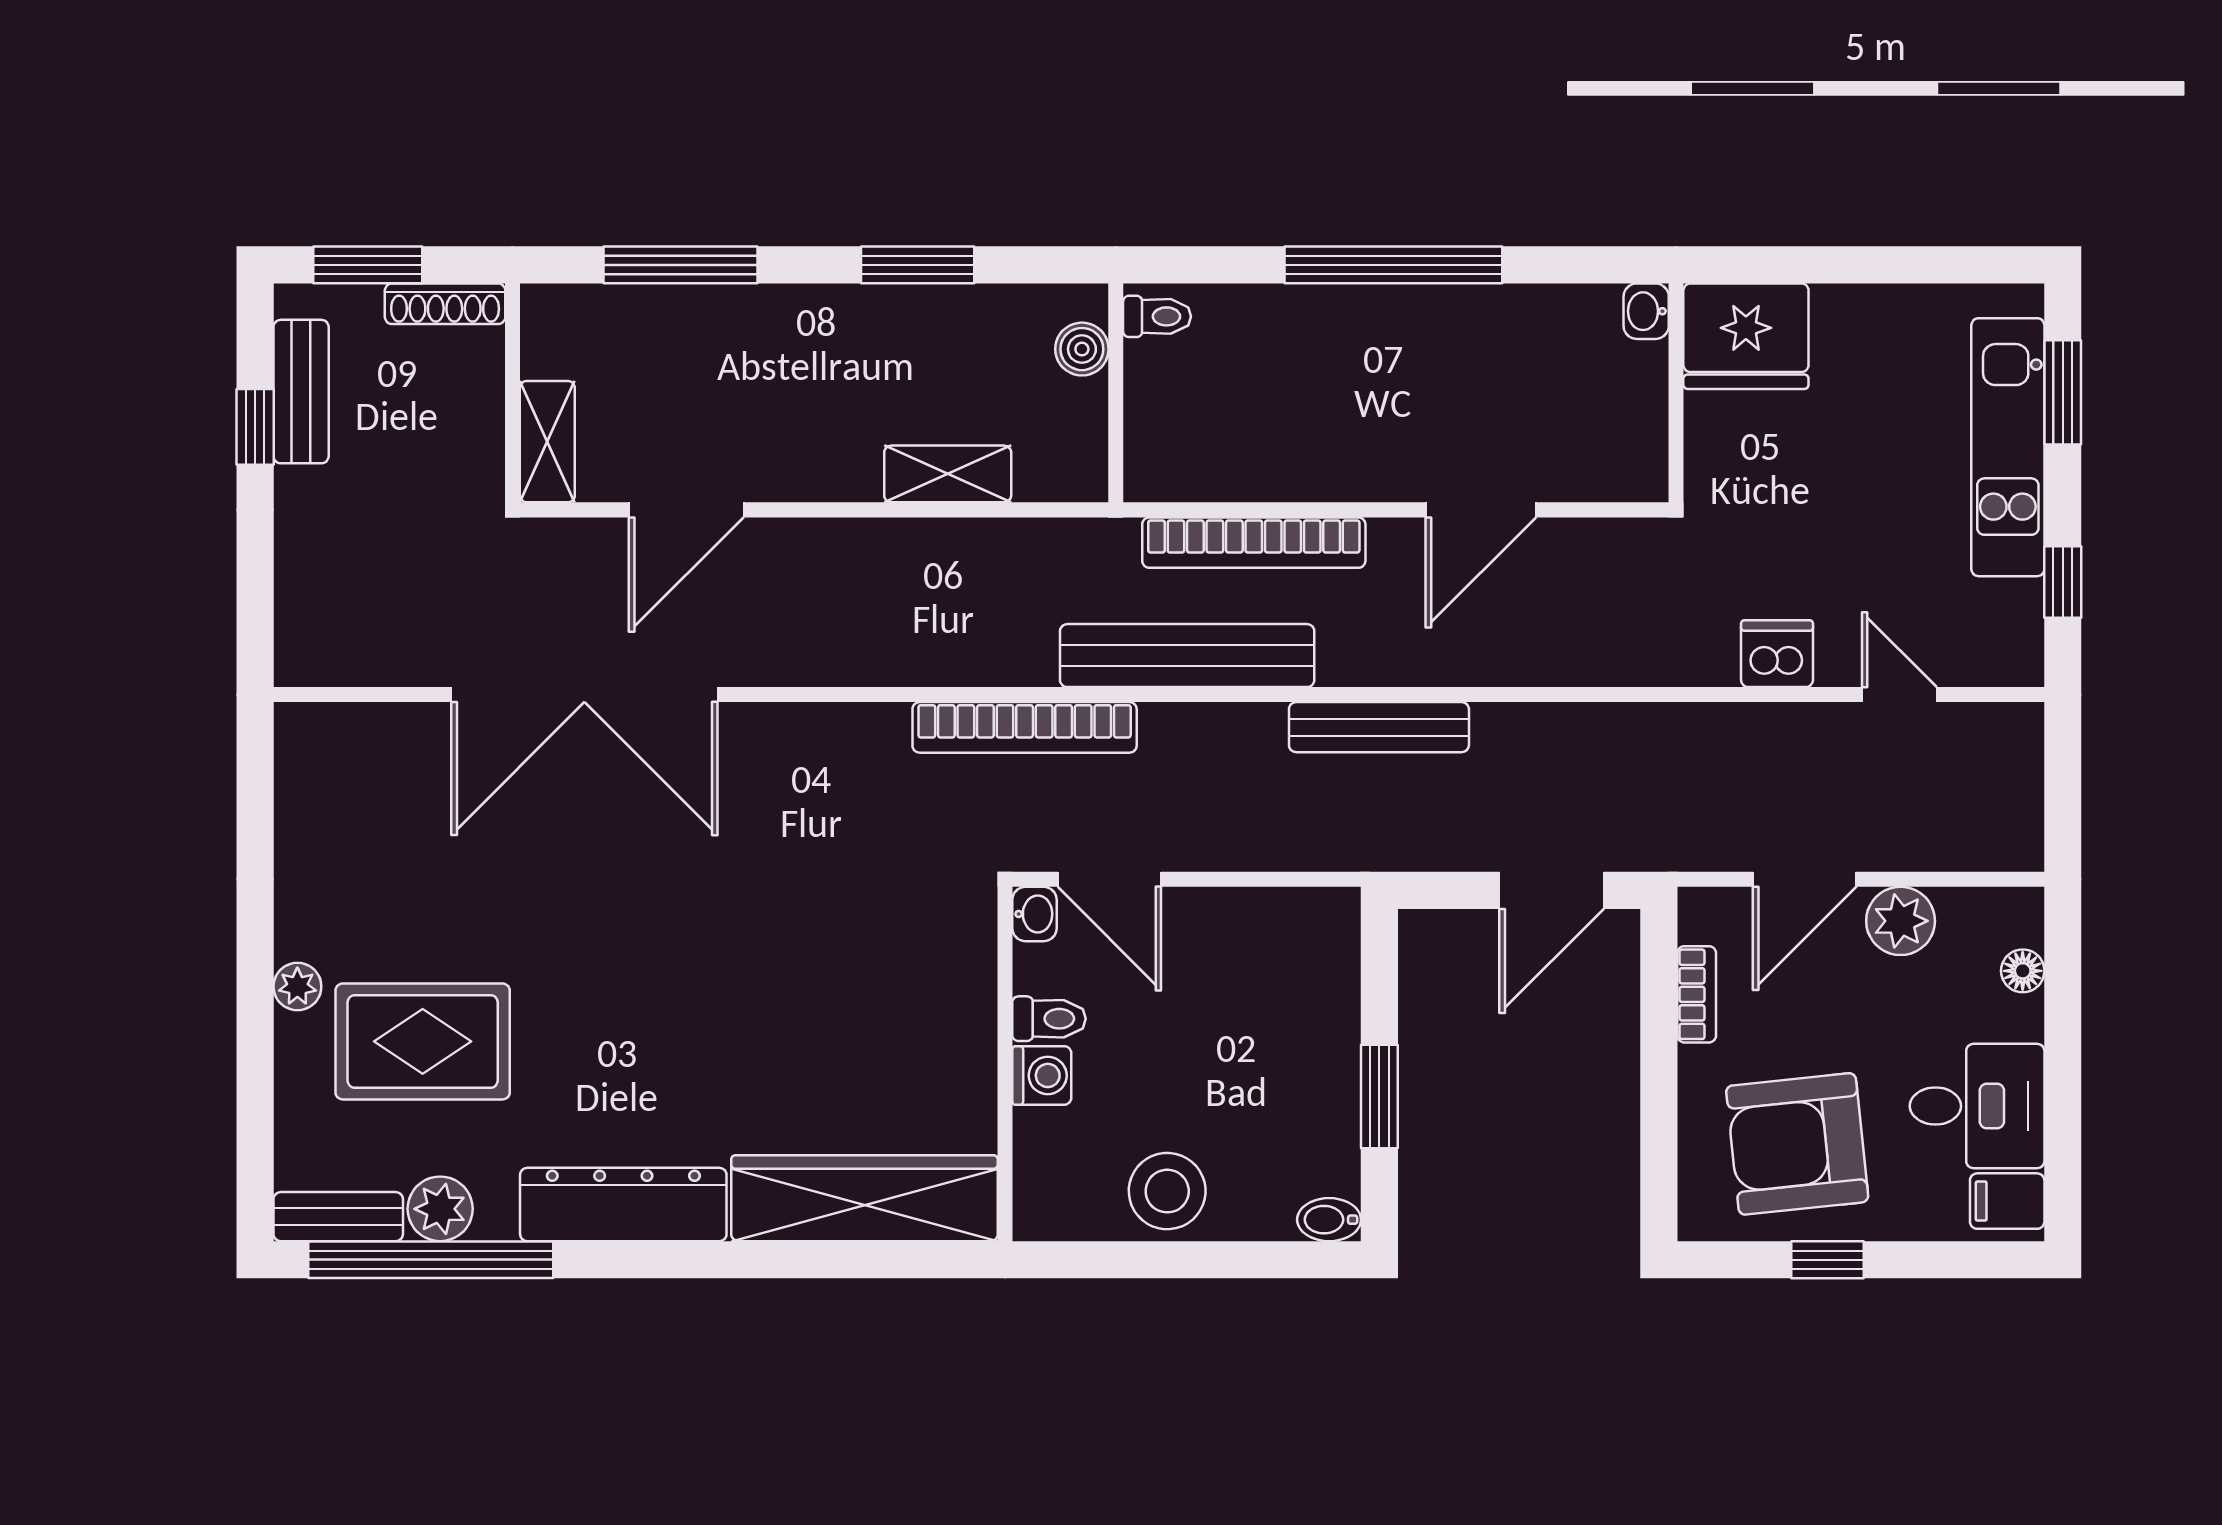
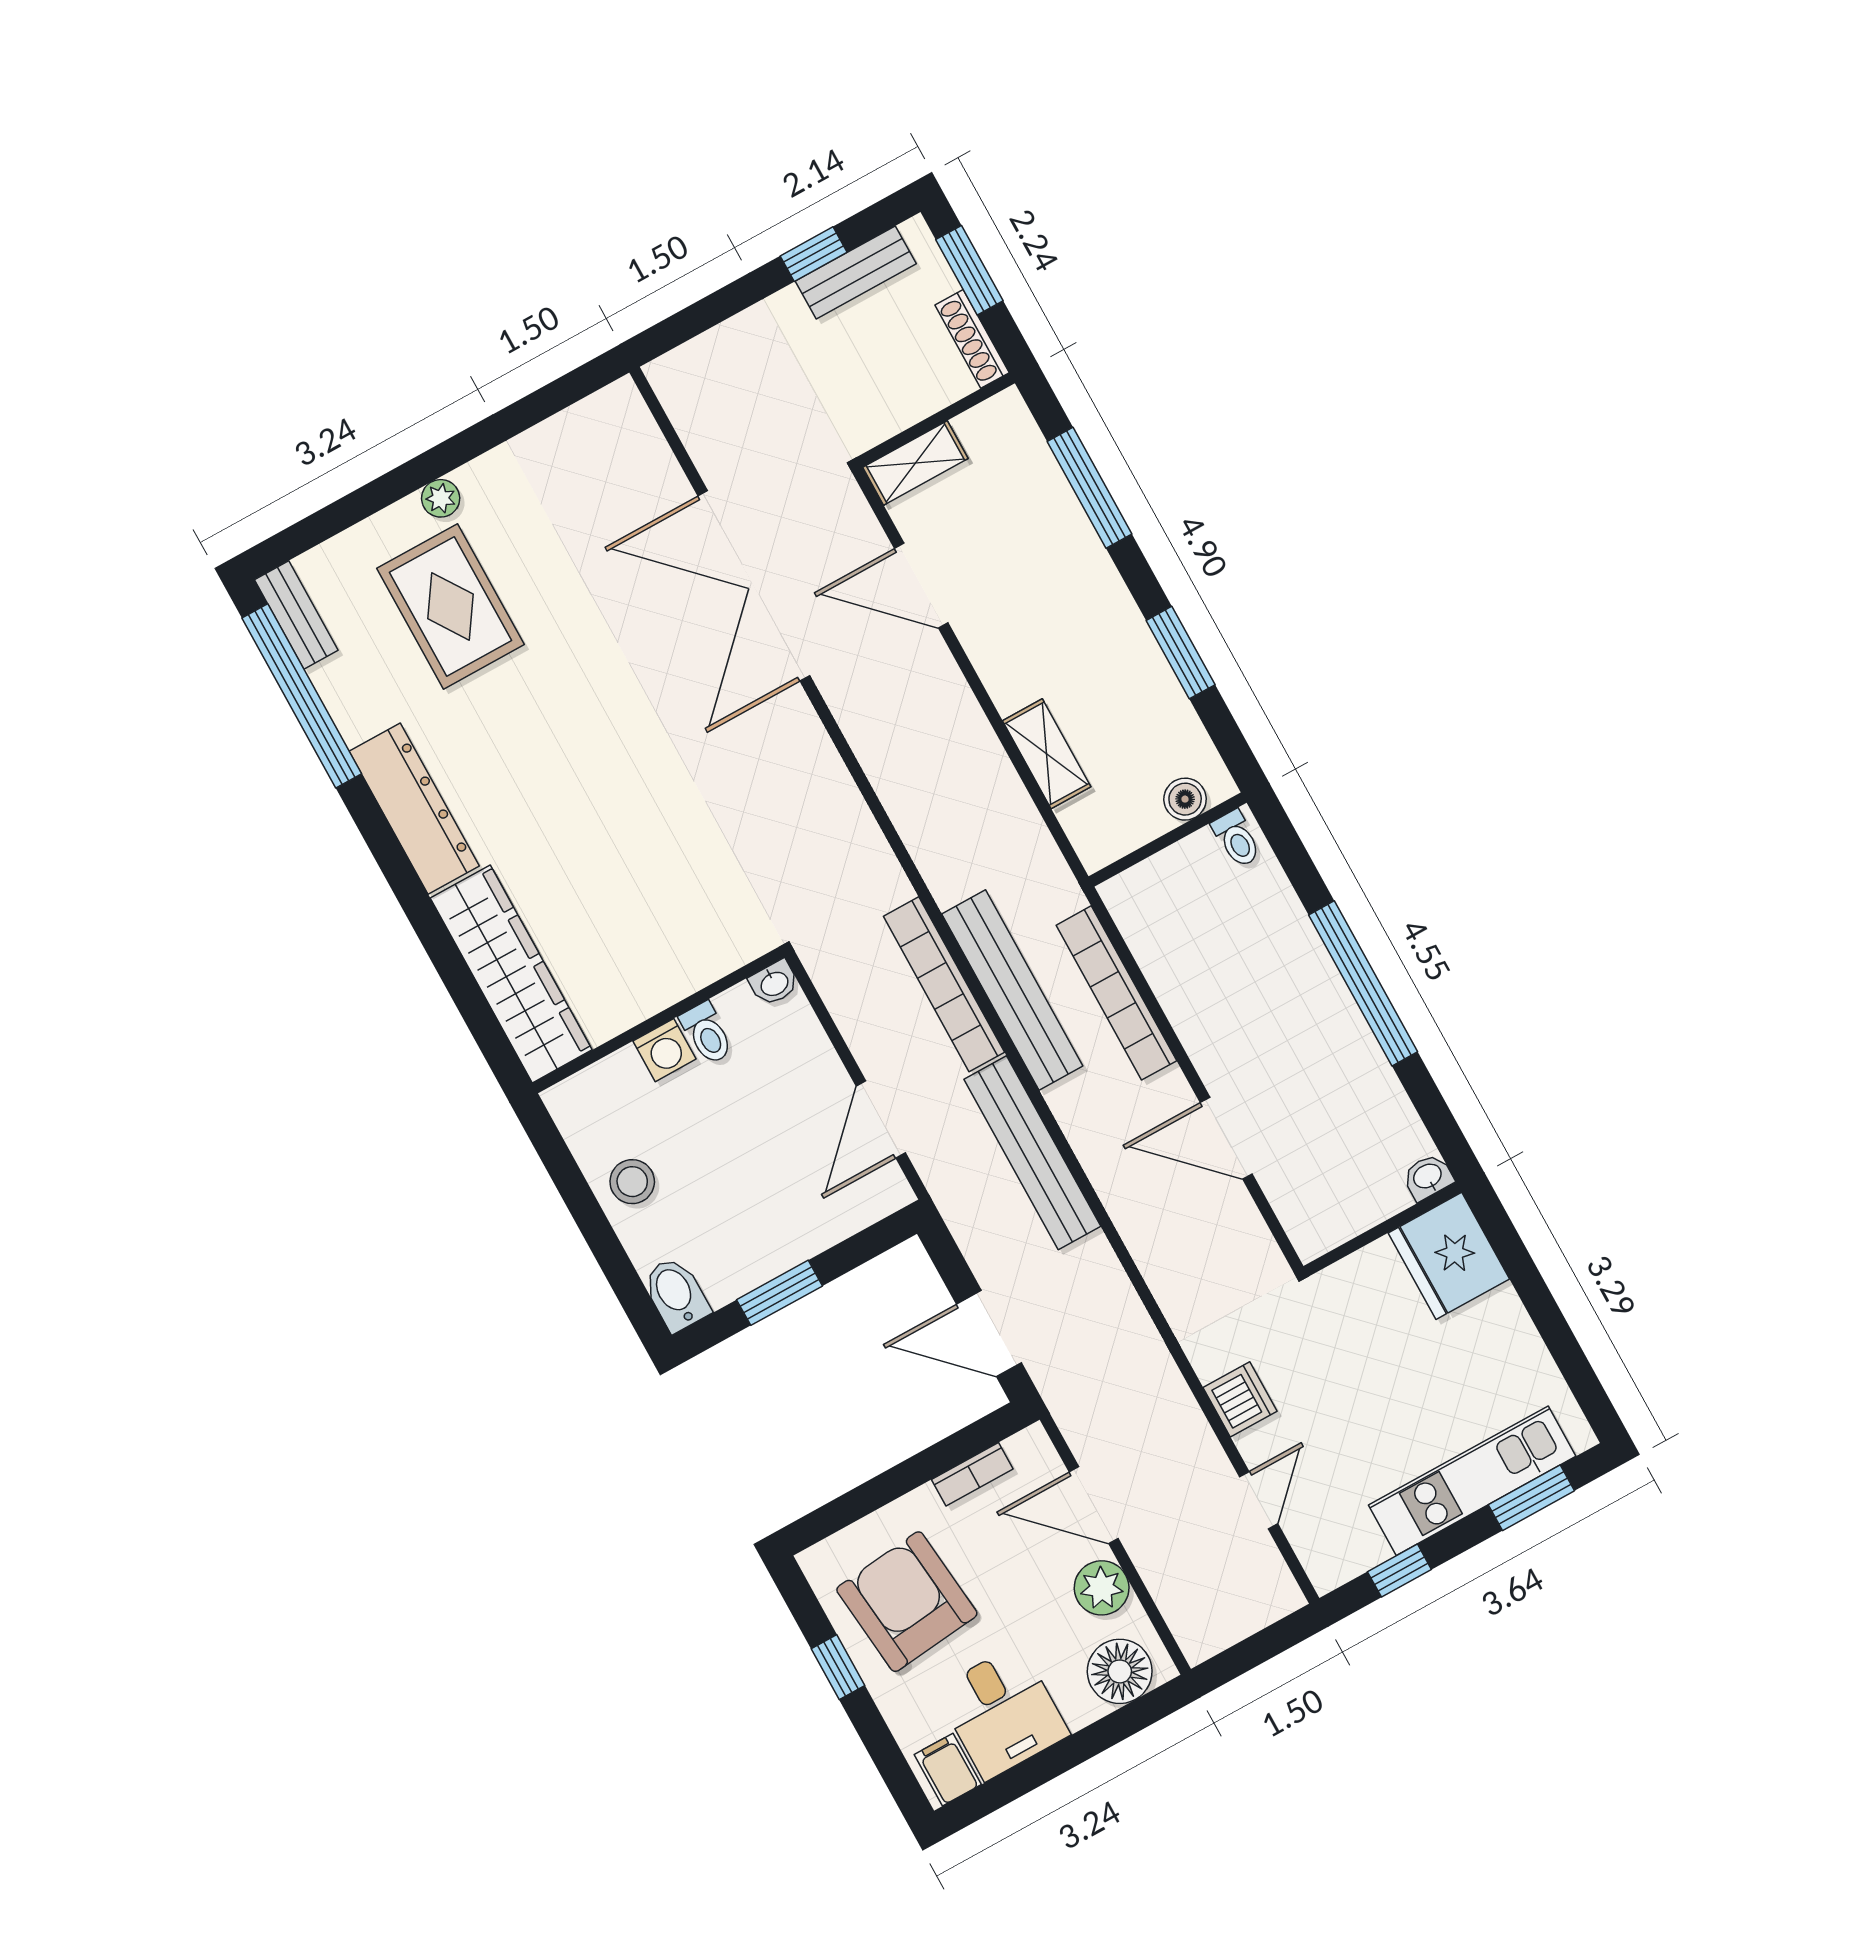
bookcase: (1025, 727) -> (944, 984), moved
bench: (1379, 727) -> (1032, 1153), width x1.37, depth x1.21
door: (1109, 879) -> (881, 1120), moved
floor lamp: (2023, 971) -> (1120, 1671), width x1.89, depth x1.89
stool: (1167, 1191) -> (632, 1182), width x0.73, depth x0.73
plant: (440, 1209) -> (341, 683), removed
bidet: (1329, 1220) -> (676, 1294), width x1.38, depth x1.36

